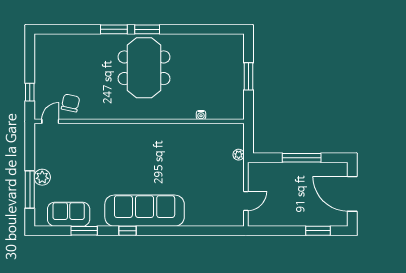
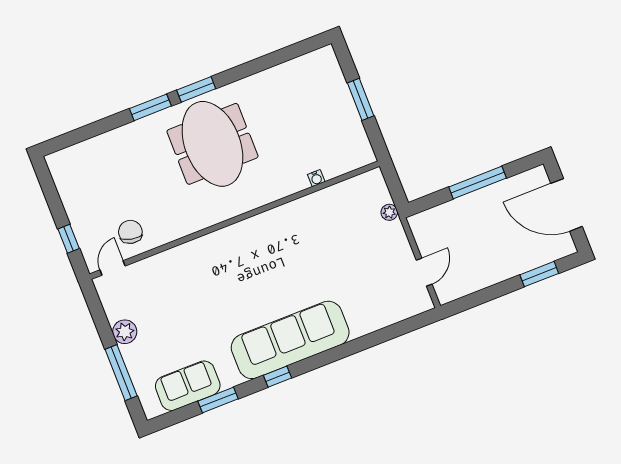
plant: (42, 177) -> (125, 332), moved

